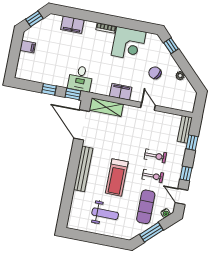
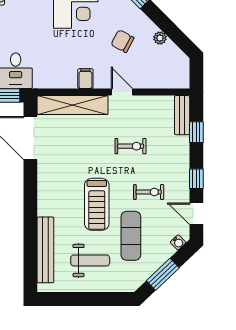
filing cabinet: (121, 92) -> (85, 79), width x0.50
shelving: (106, 107) -> (73, 105), width x1.47
exercise bike: (155, 156) -> (131, 146), moved
bench: (83, 169) -> (45, 250), moved
exercise mat: (146, 207) -> (131, 236), moved

